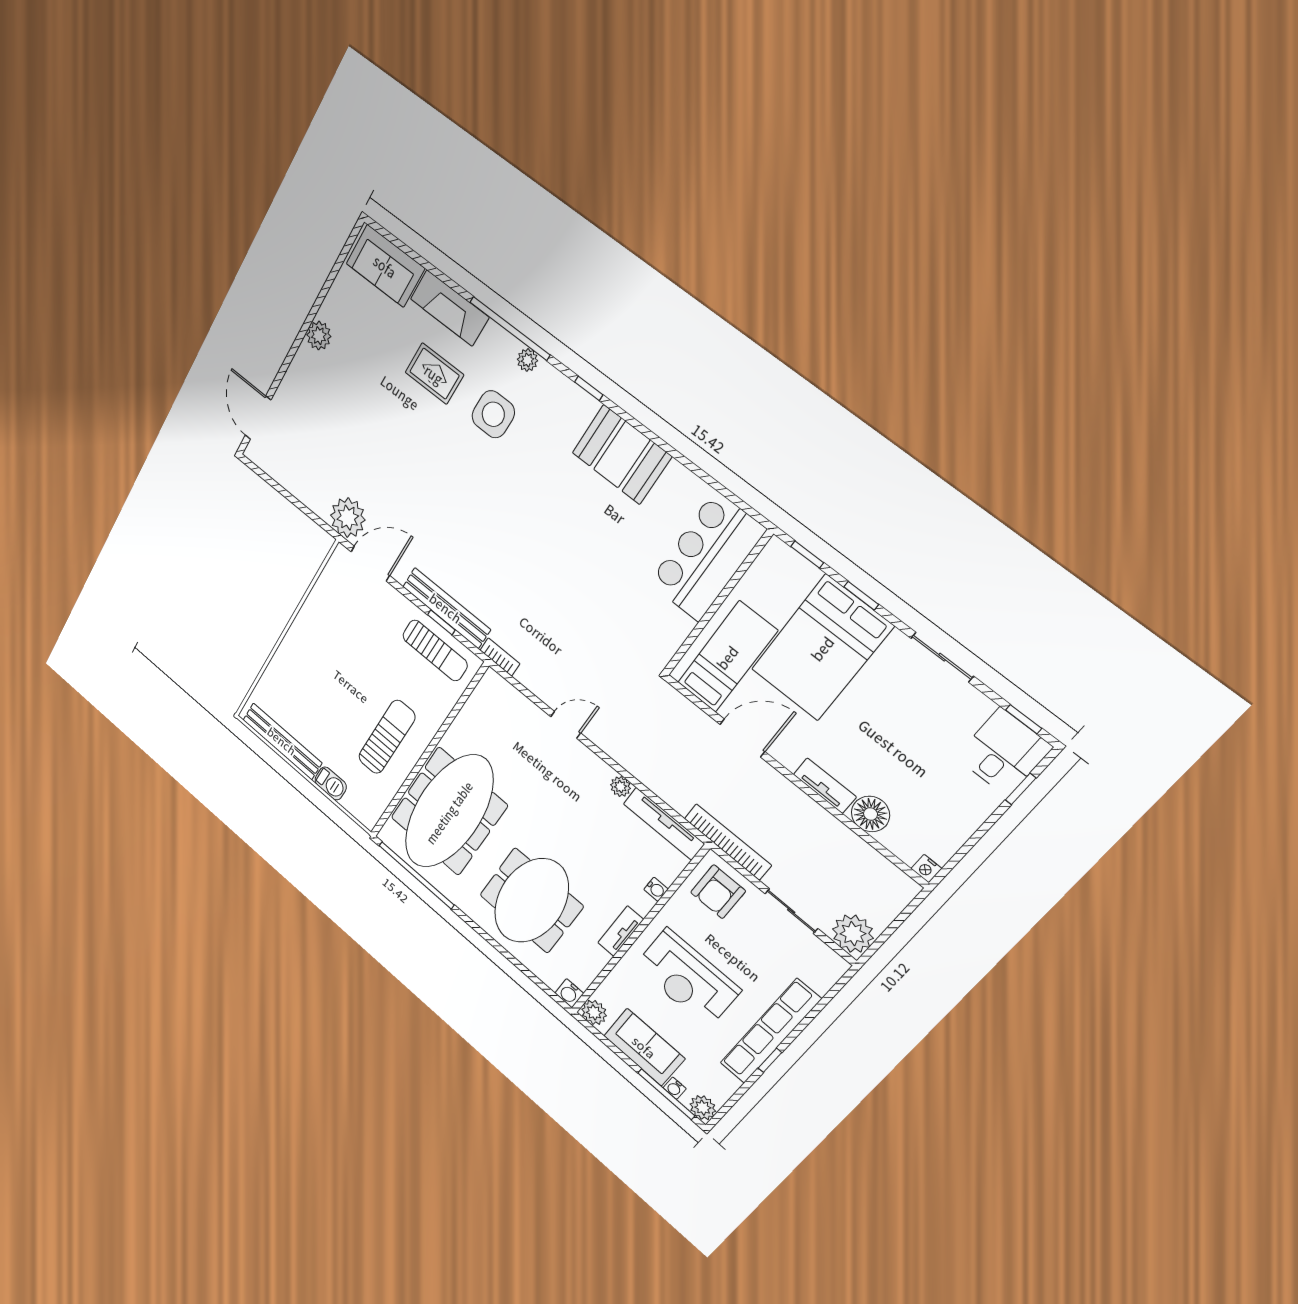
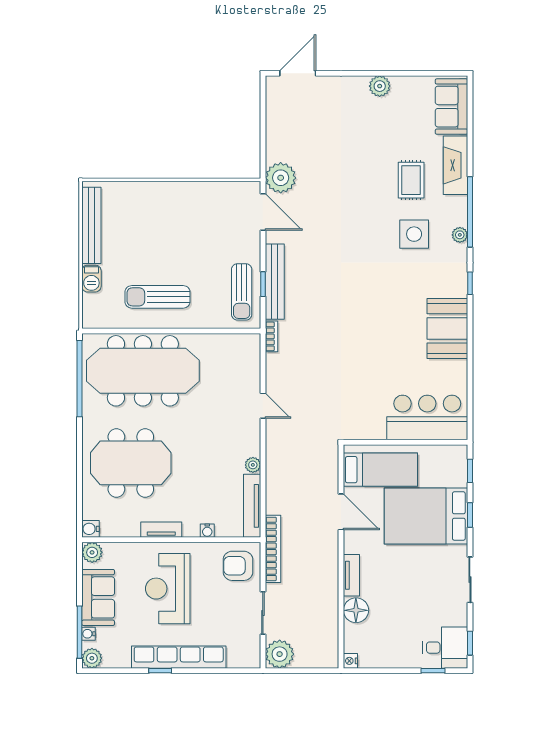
sun lounger: (387, 737) -> (158, 297), turned 180

